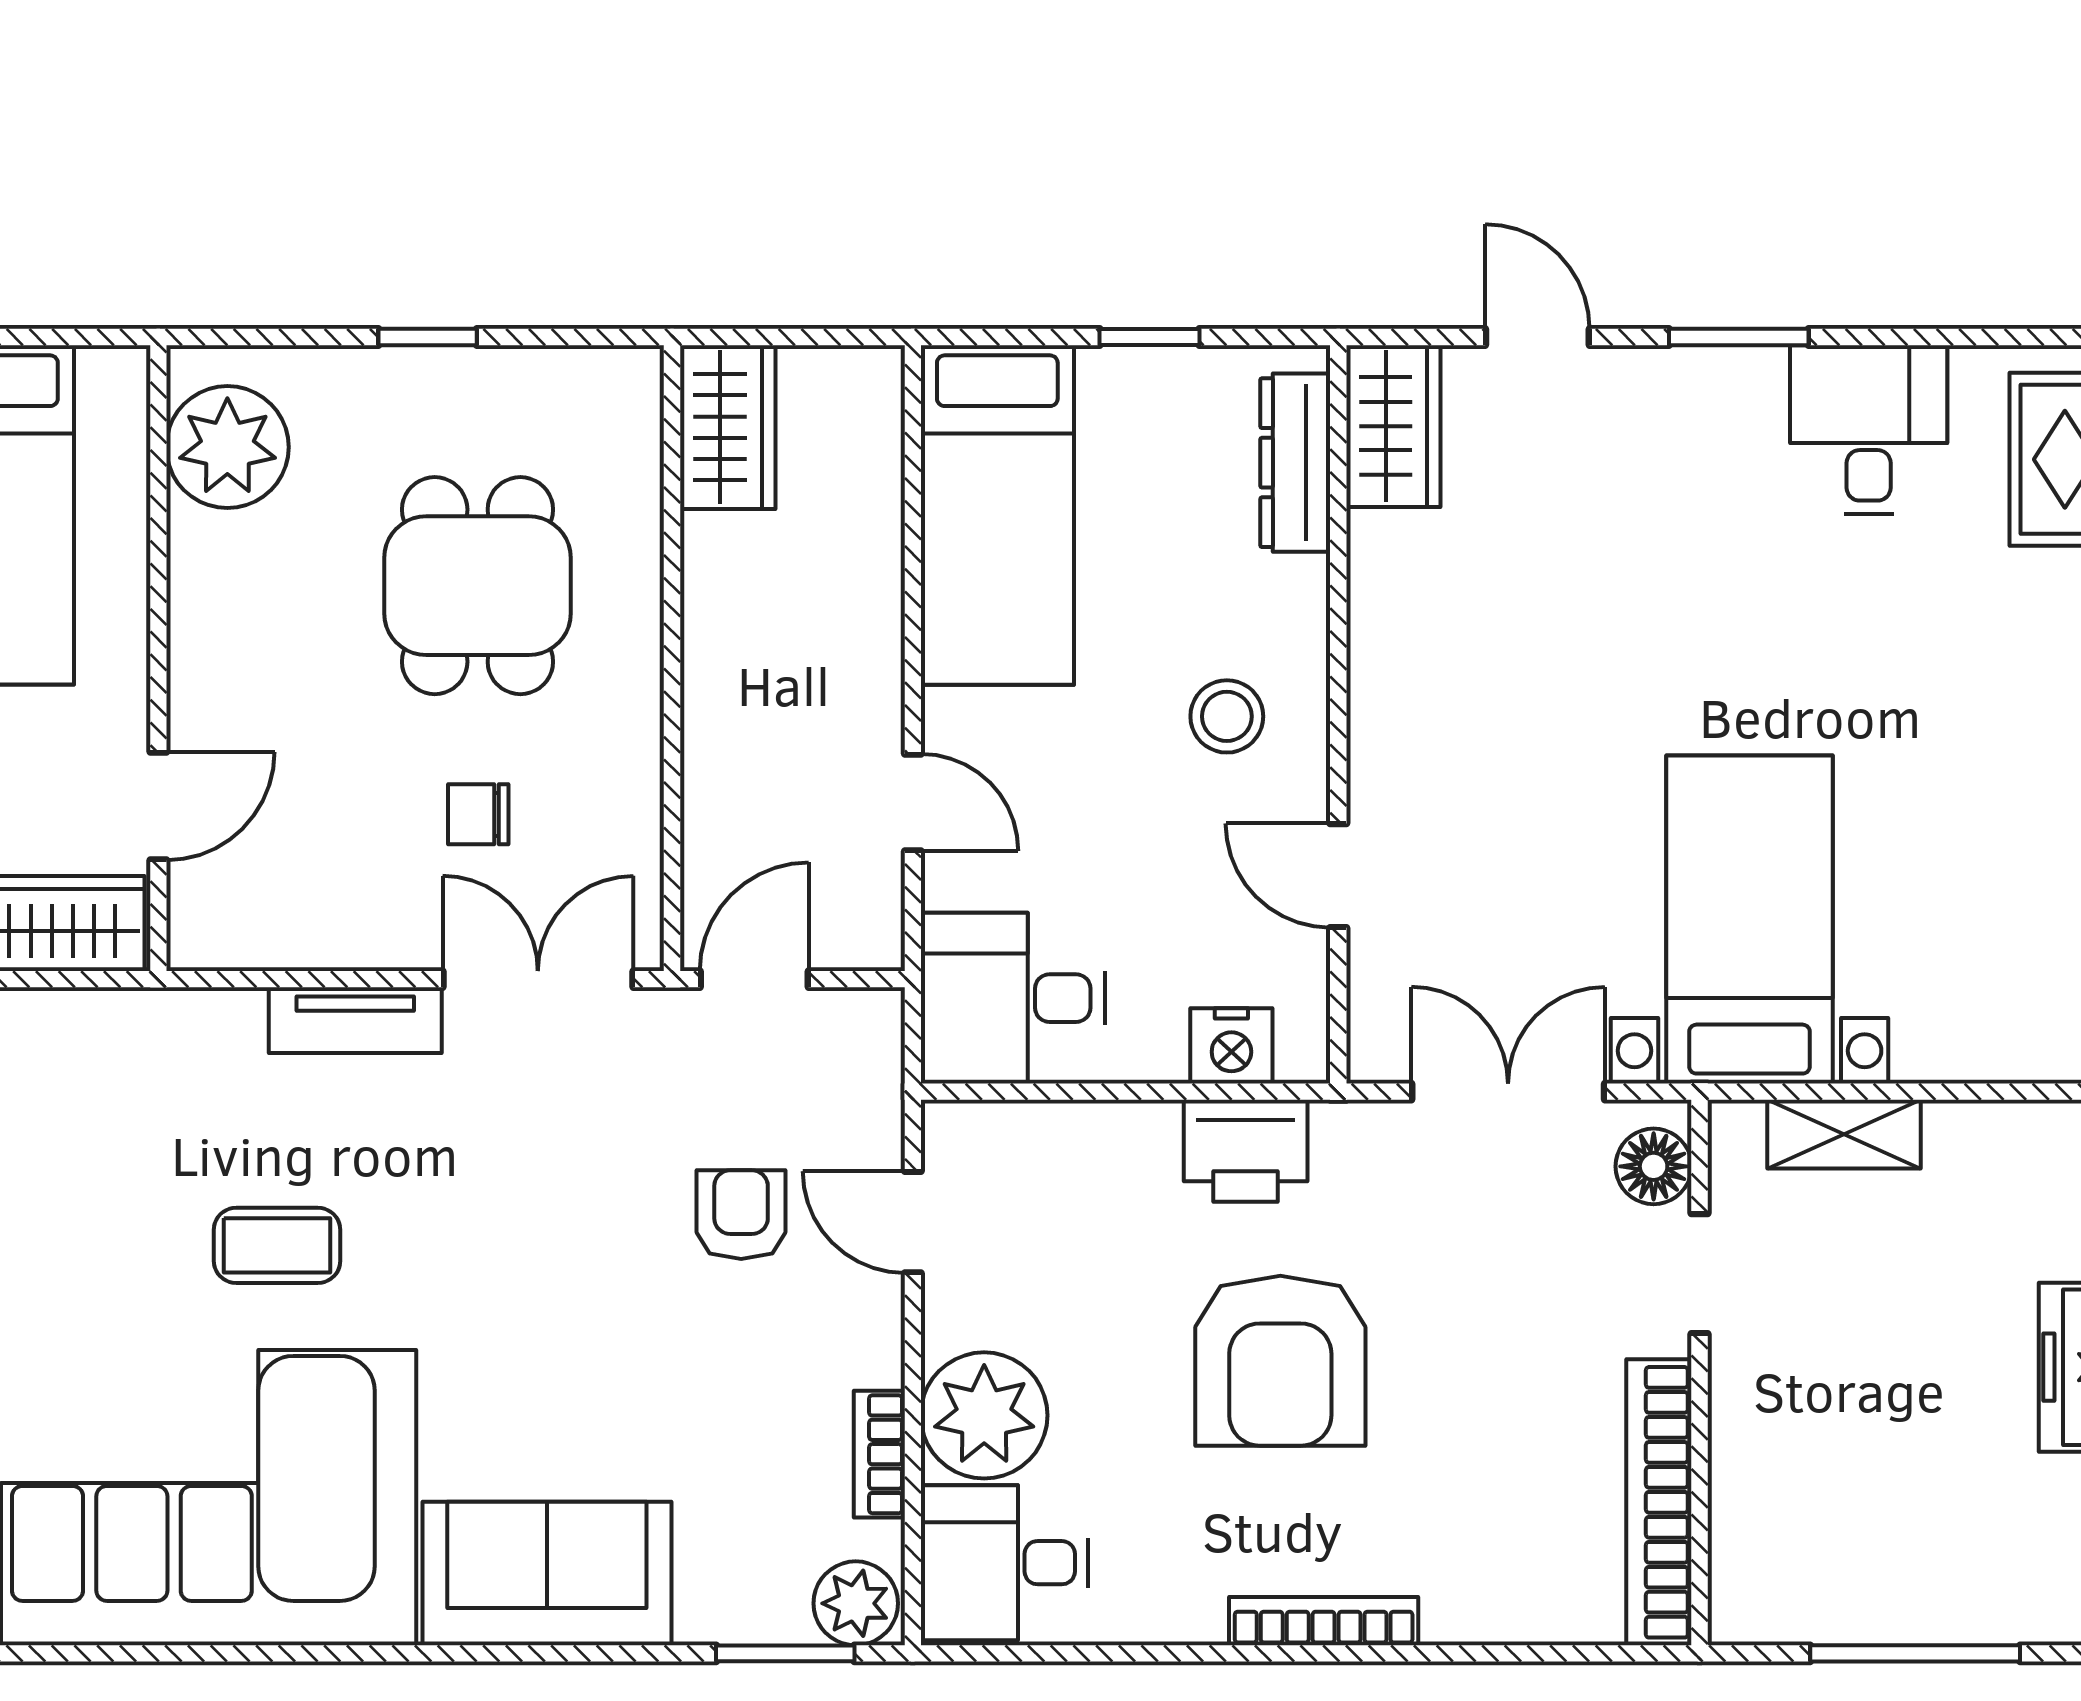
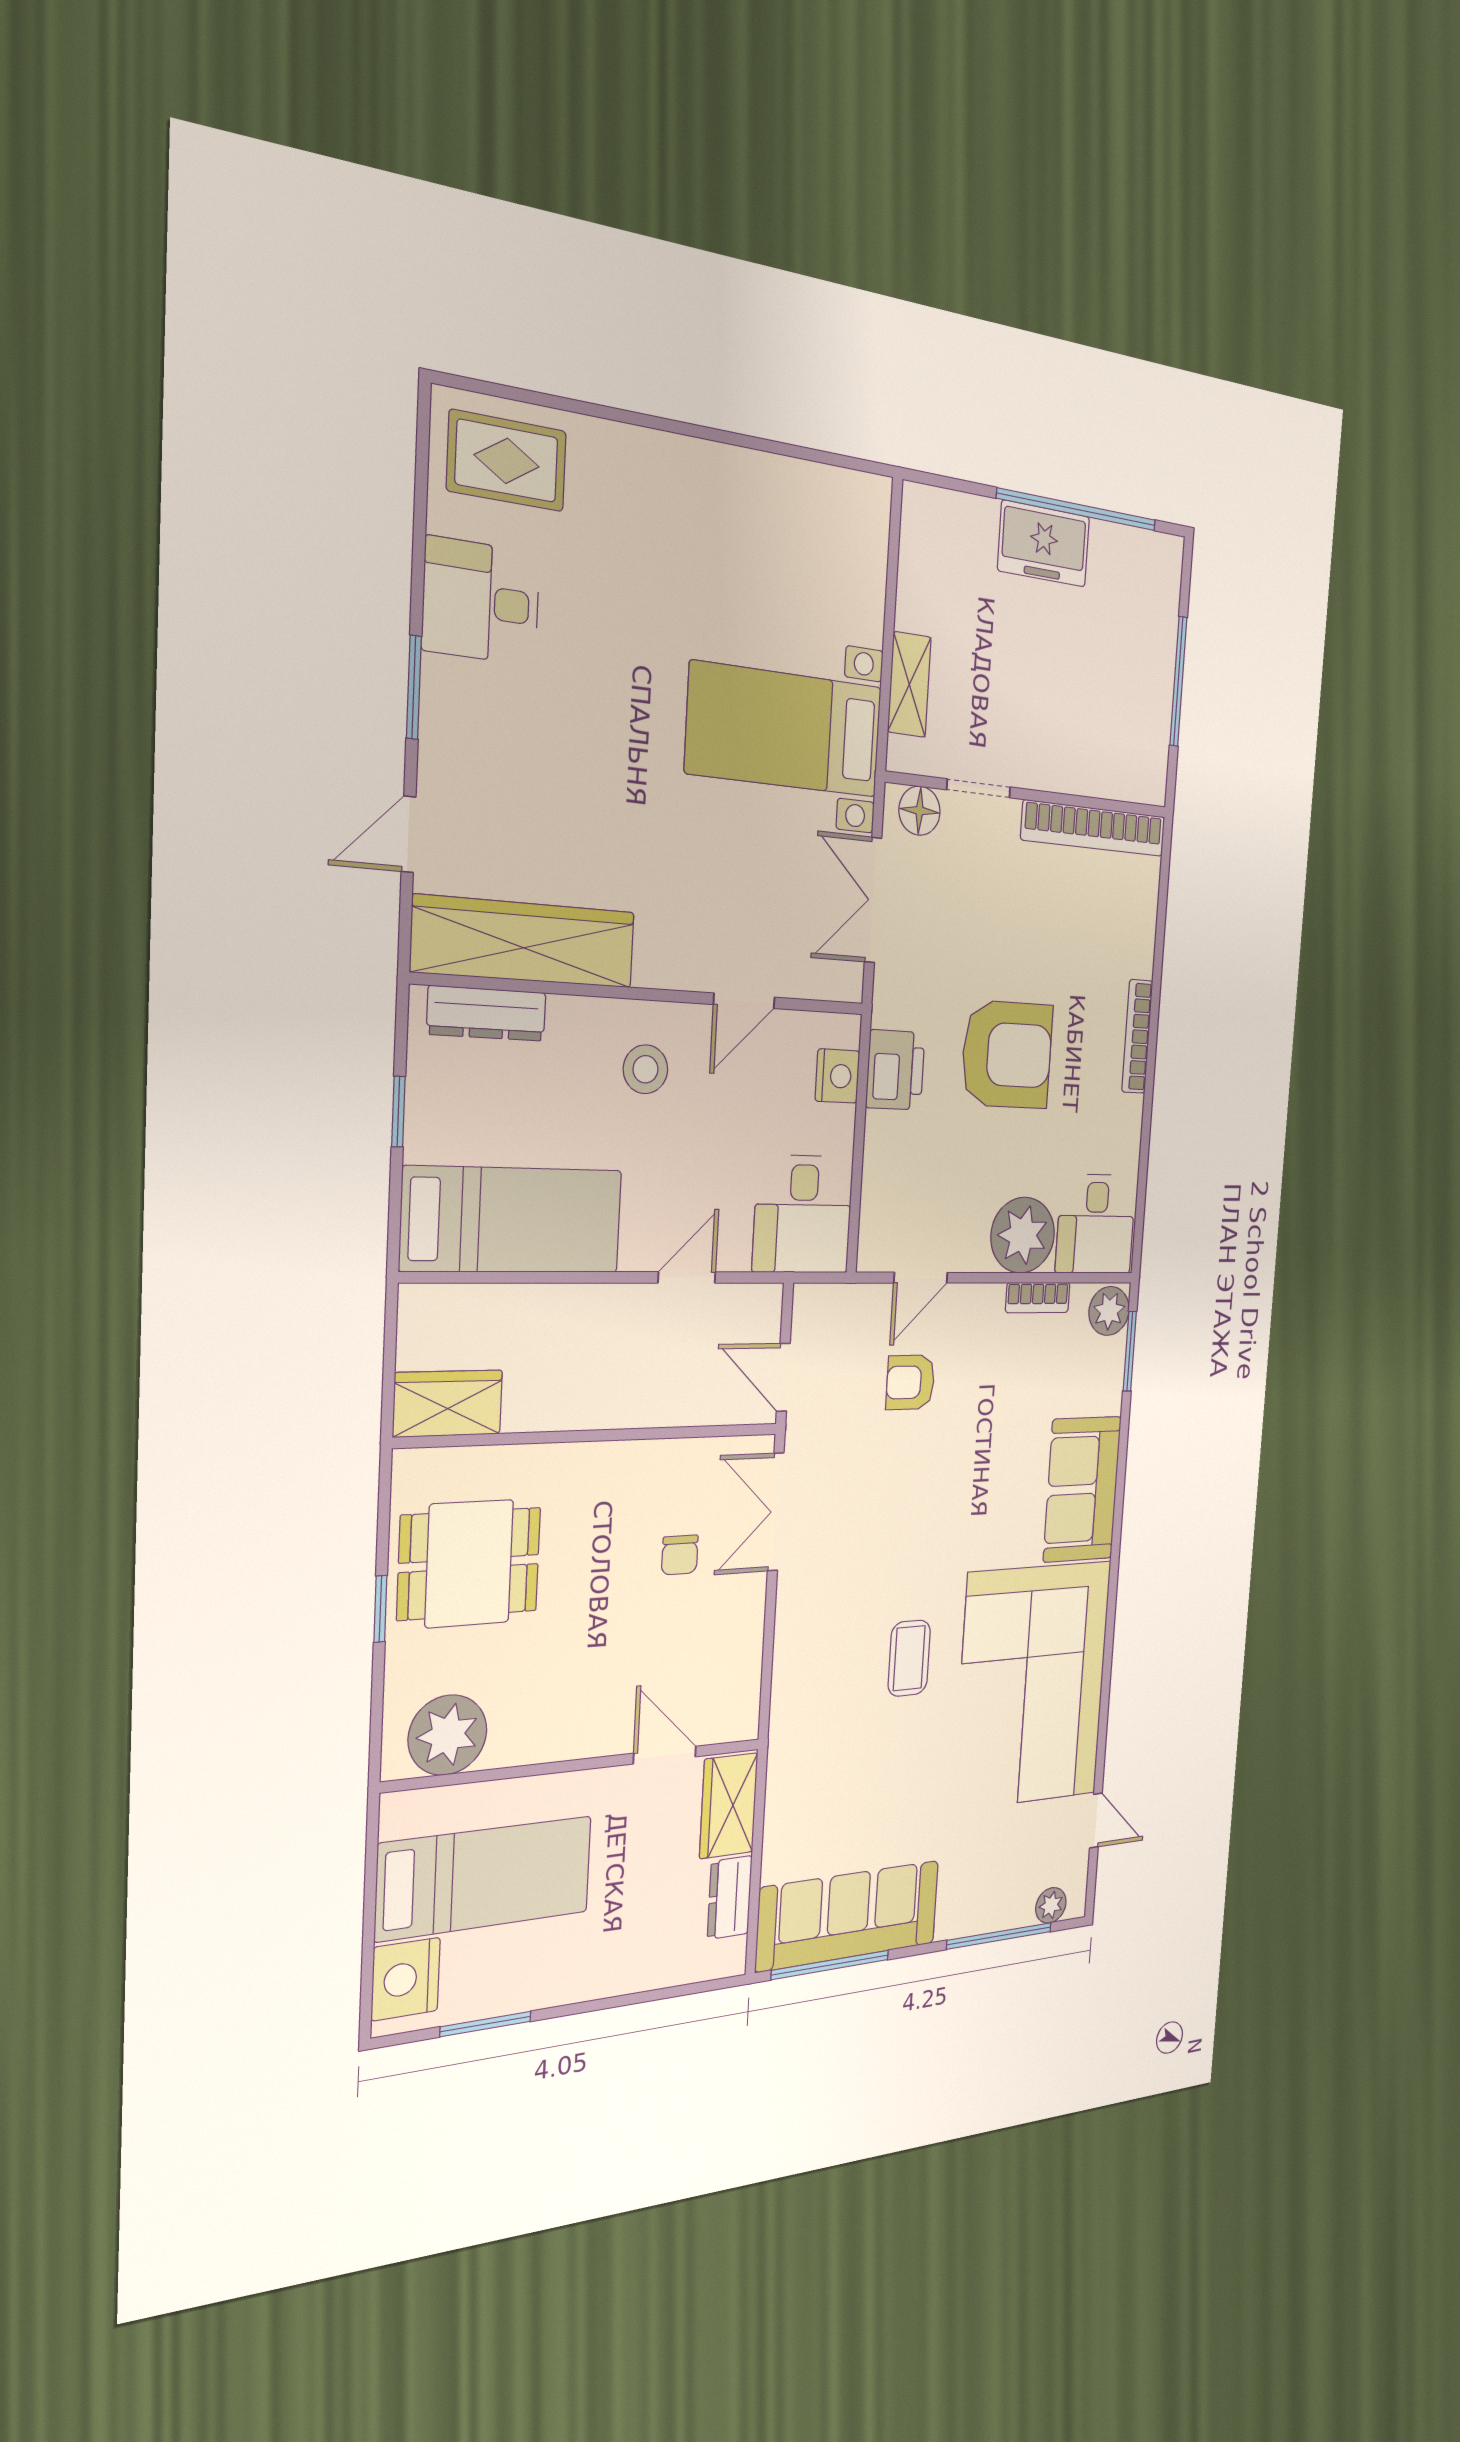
wardrobe: (1393, 426) -> (524, 942), width x2.10, depth x1.17
dining table: (478, 586) -> (469, 1564), moved
tv unit: (355, 1020) -> (792, 1622), removed

